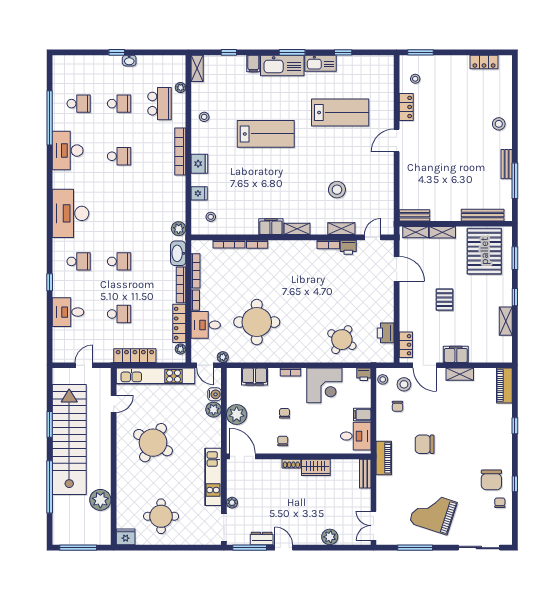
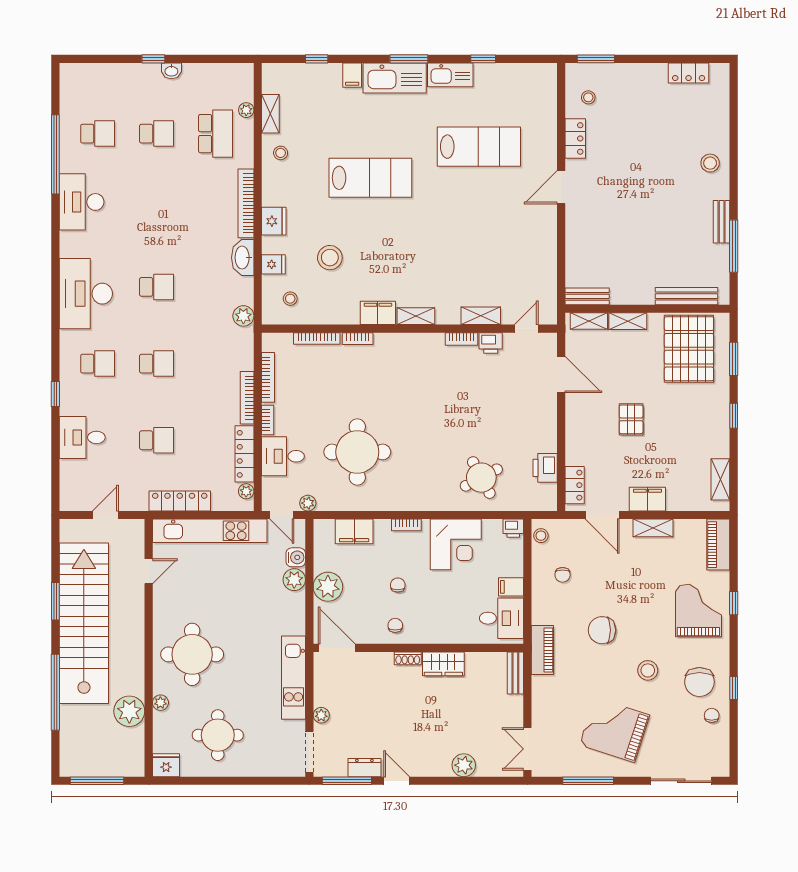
shelving: (197, 68) -> (270, 114), moved
school desk: (119, 156) -> (157, 287), moved
stool: (337, 190) -> (330, 258), moved
washbasin: (178, 253) -> (243, 258), moved
shelving: (506, 321) -> (720, 479), moved
round table: (342, 340) -> (481, 478), turned 31
stool: (404, 384) -> (648, 670), moved
grand piano: (491, 431) -> (698, 611), added
round table: (153, 443) -> (192, 654), moved, turned -30
plant: (122, 494) -> (160, 703), added

